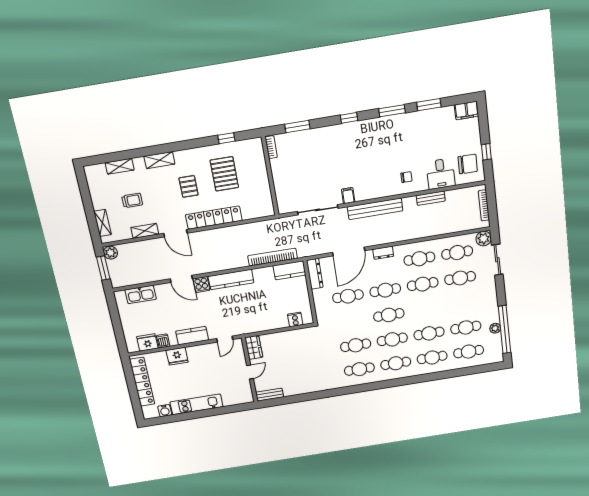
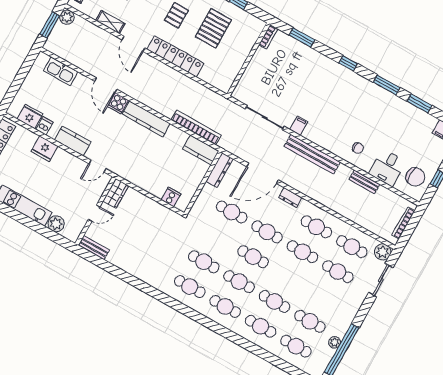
plant: (230, 399) -> (56, 224), added

